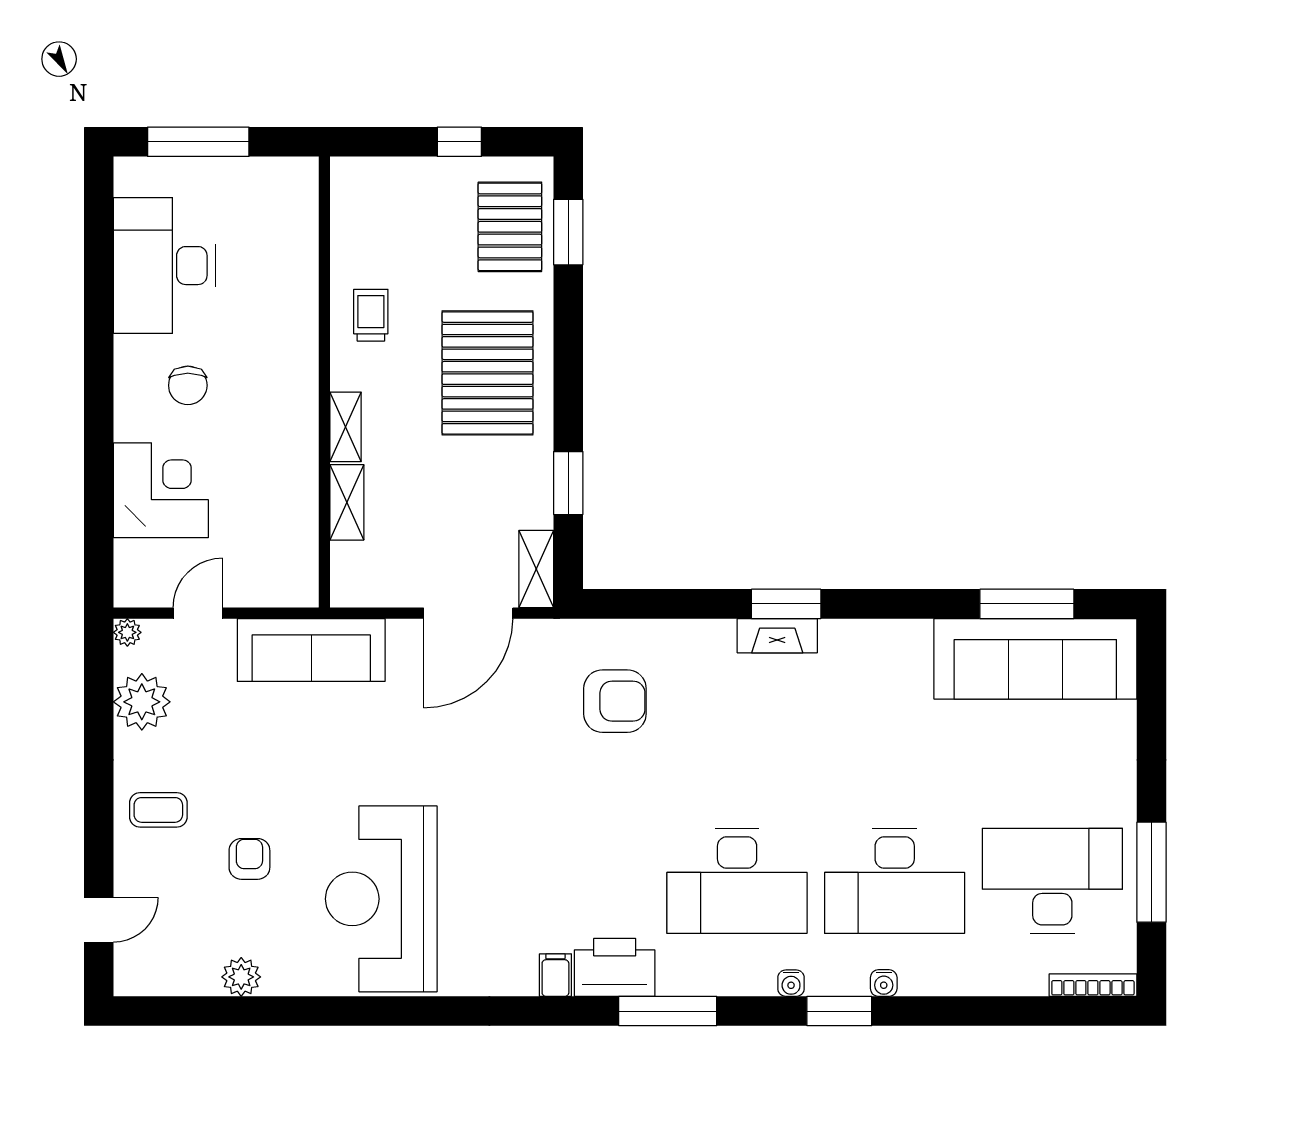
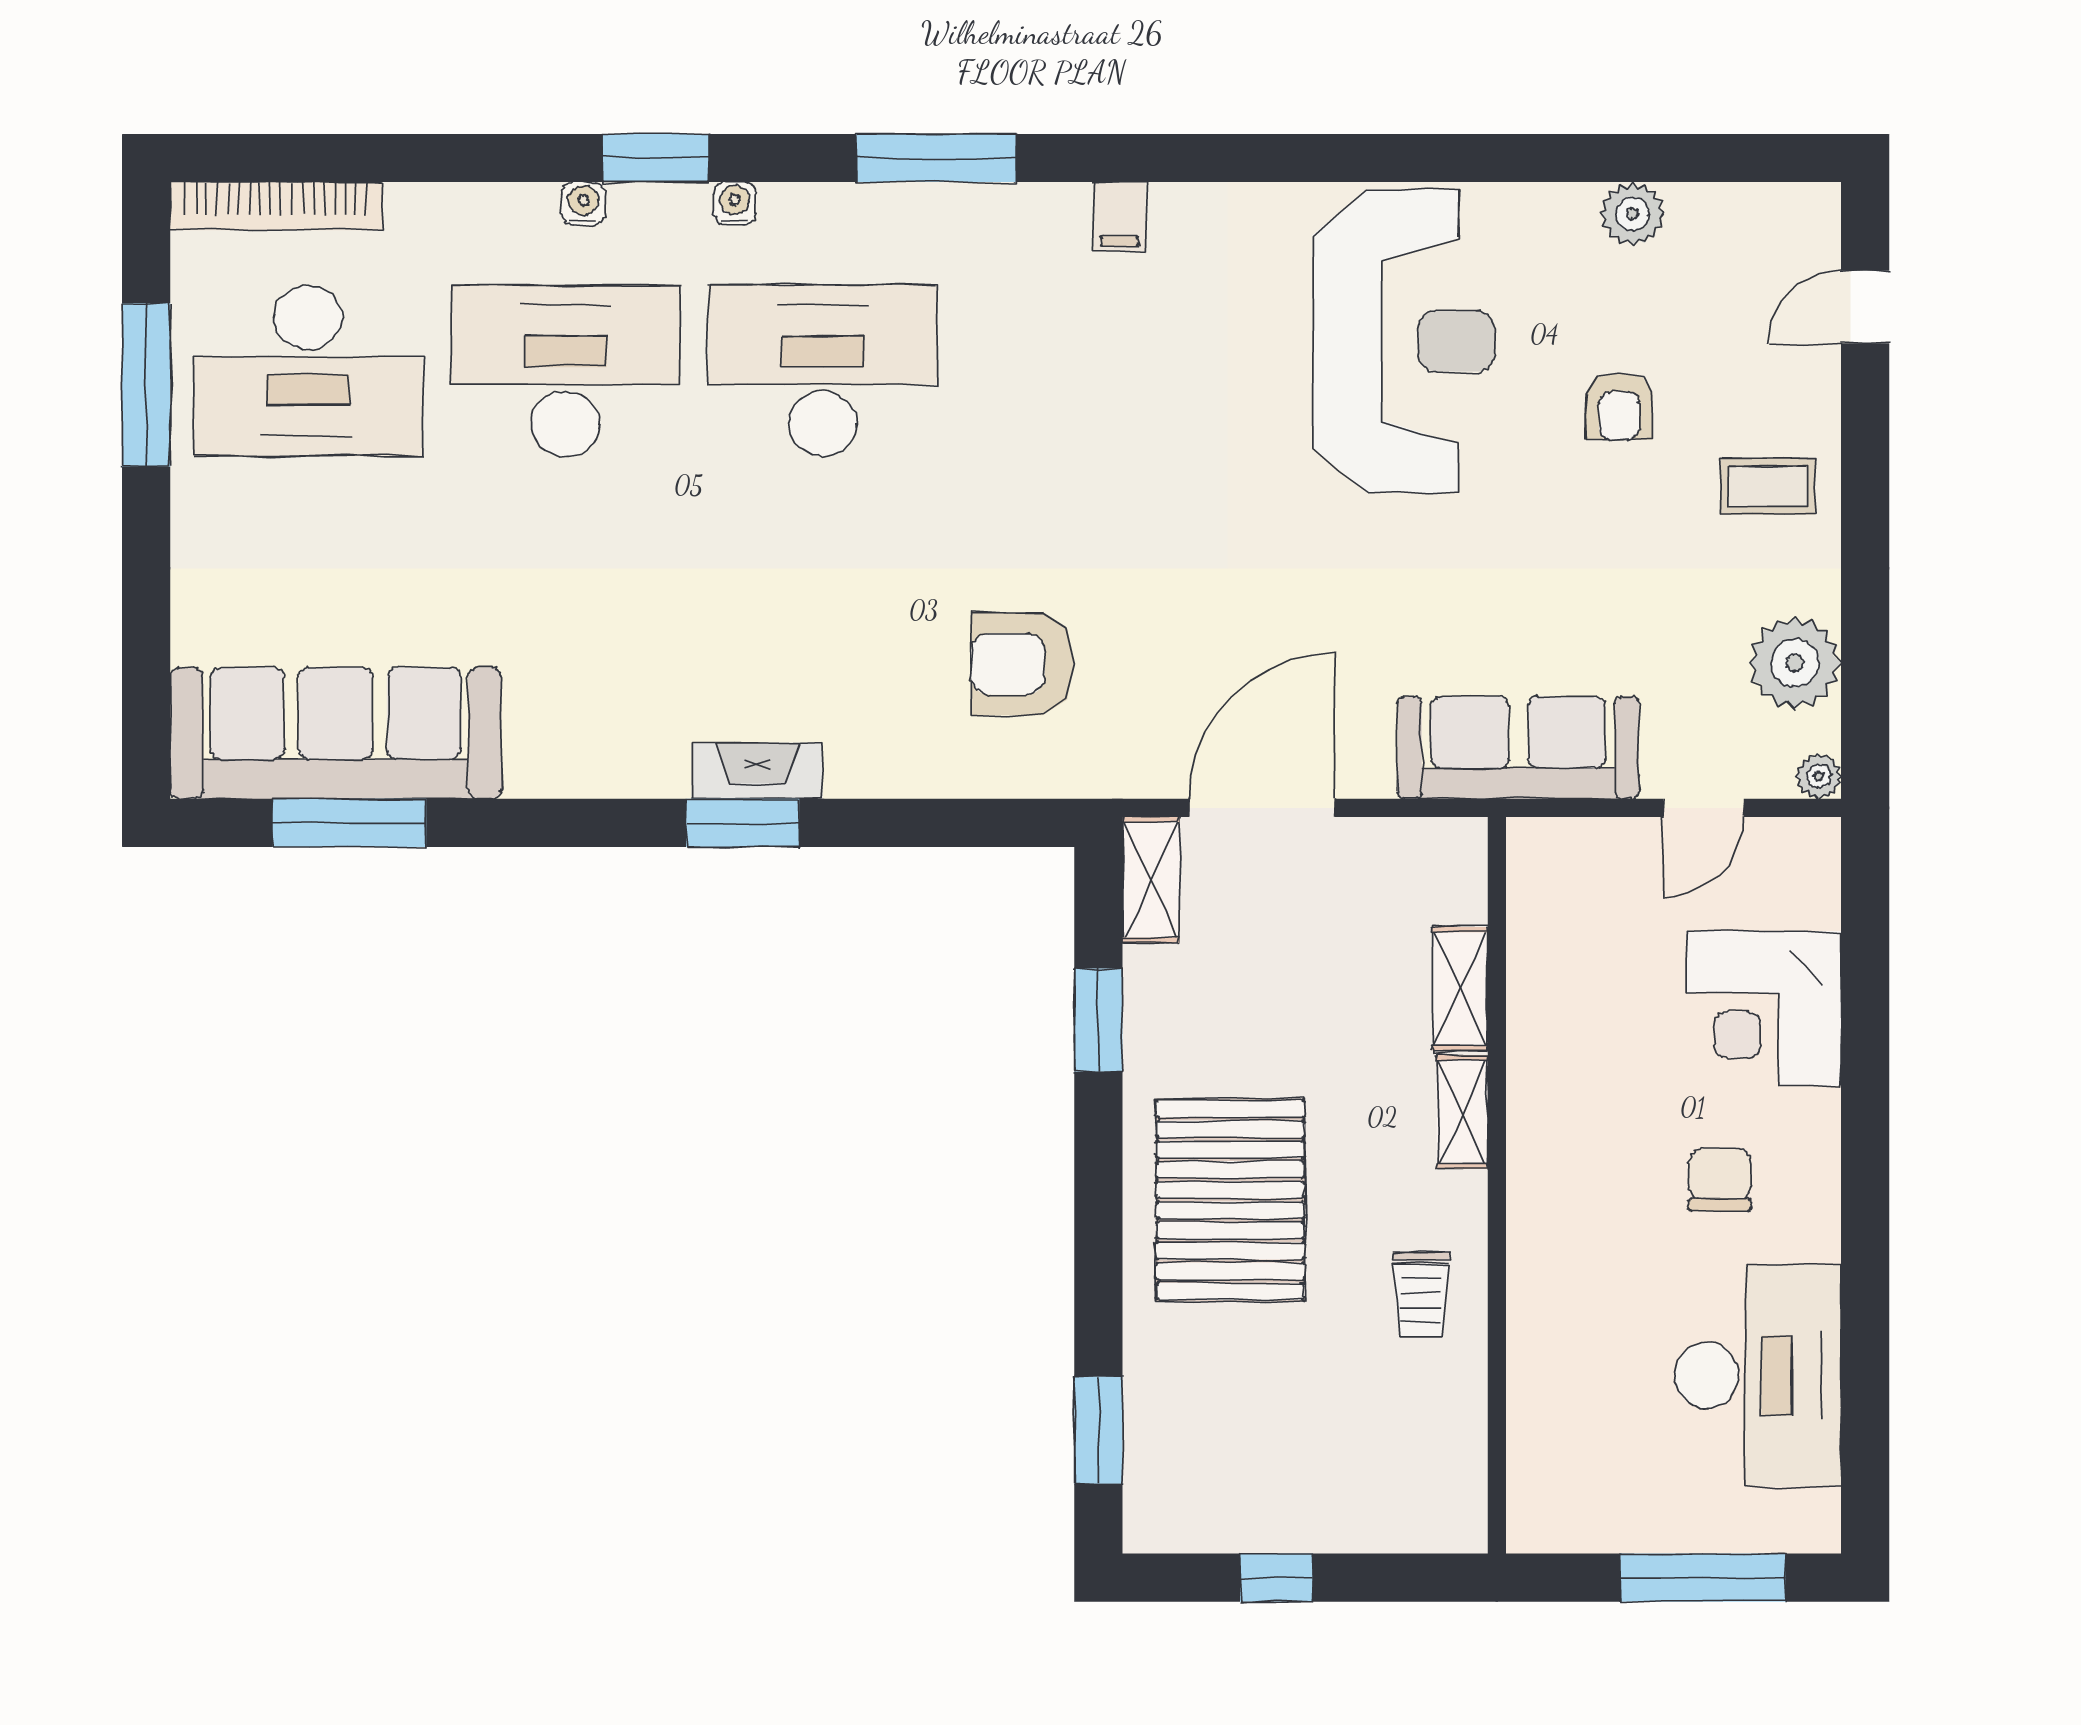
pallet: (510, 227) -> (1194, 1439), removed
printer: (615, 967) -> (1023, 229), removed
bookcase: (1093, 985) -> (276, 206), width x1.48, depth x1.31

